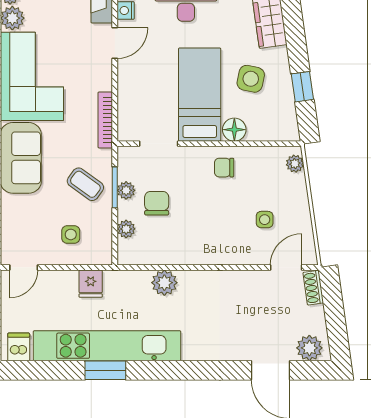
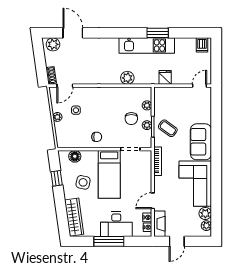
floor lamp: (234, 130) -> (75, 156), moved
plant: (295, 164) -> (57, 117), moved
side table: (71, 234) -> (175, 103), removed
kitchen unit: (107, 346) -> (147, 46), width x0.73

